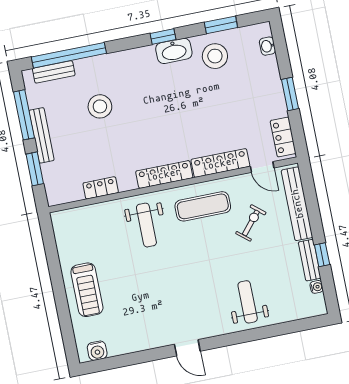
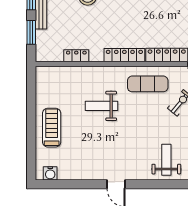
weight bench: (146, 225) -> (101, 106), moved, turned 90
treadmill: (87, 290) -> (52, 128), turned 180

